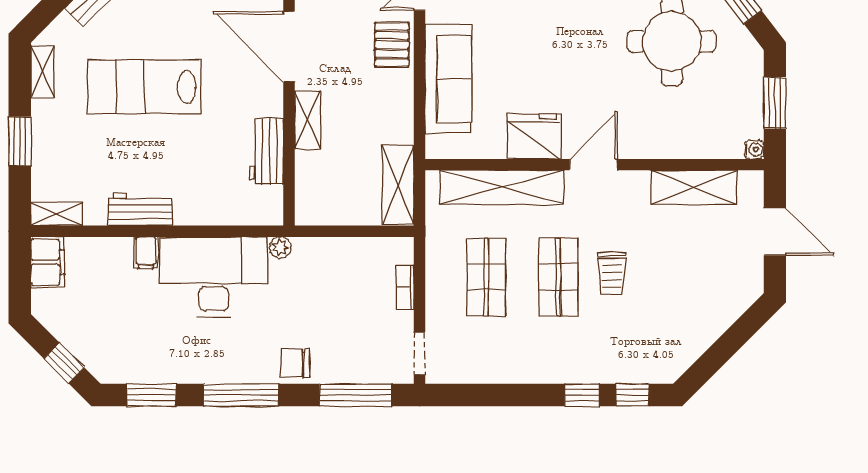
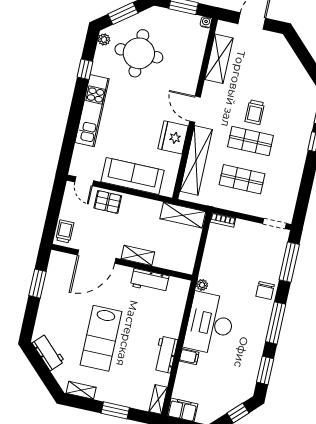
trolley: (612, 273) -> (255, 112), turned 90
bookcase: (405, 288) -> (223, 220), moved

